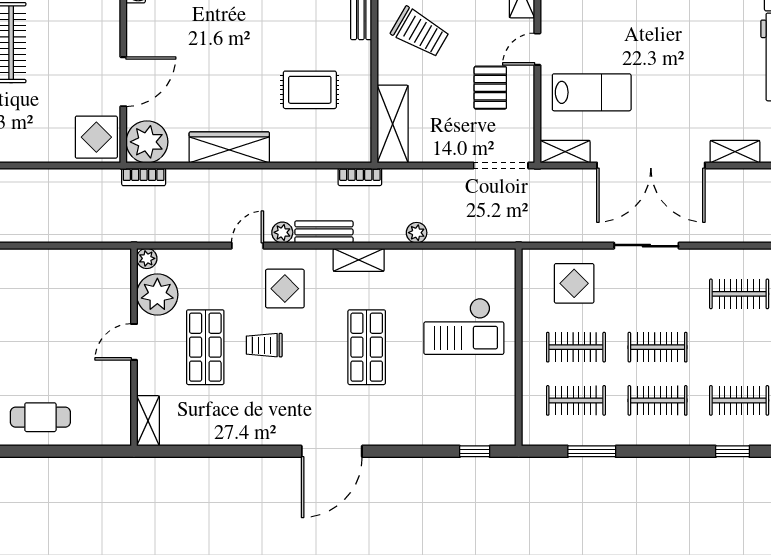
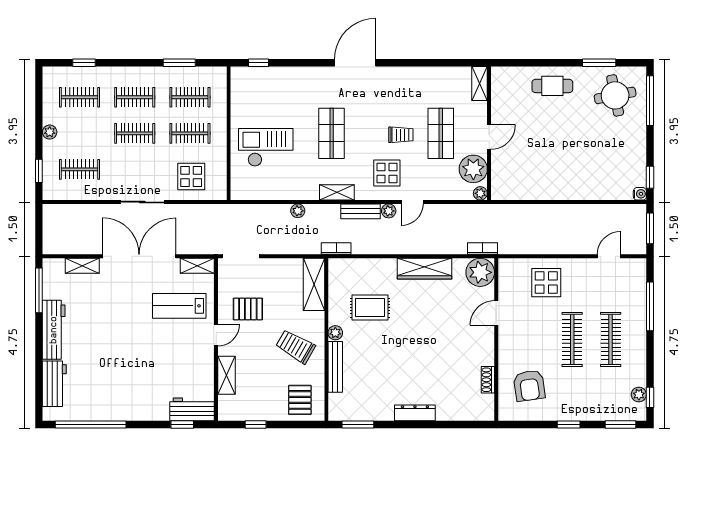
plant: (361, 52) -> (335, 333), added
door: (123, 82) -> (496, 313), width x0.73
pallet: (490, 88) -> (248, 309), turned 90
display table: (96, 137) -> (546, 283), moved

